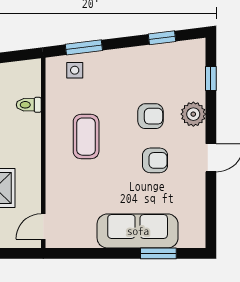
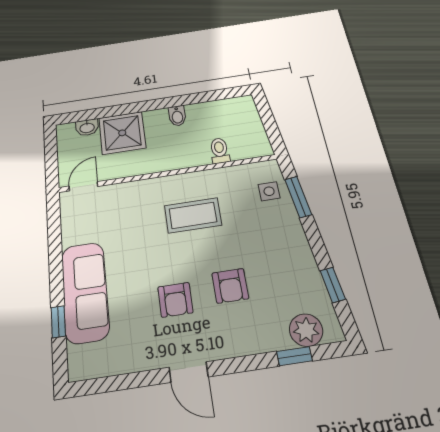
plant: (193, 114) -> (306, 330), moved
door: (43, 226) -> (83, 186), hinge flipped
window: (158, 253) -> (58, 322), width x0.67

